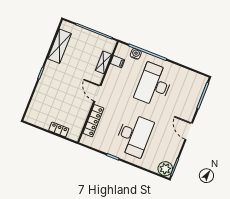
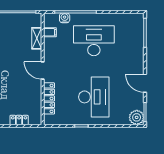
desk: (154, 85) -> (94, 41), turned 90
door: (189, 131) -> (145, 83), moved

